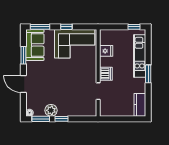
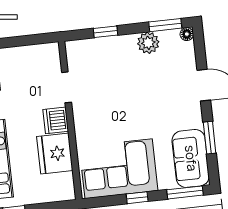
fridge: (106, 51) -> (55, 153), width x1.88, depth x1.34
window: (61, 119) -> (106, 32), moved

